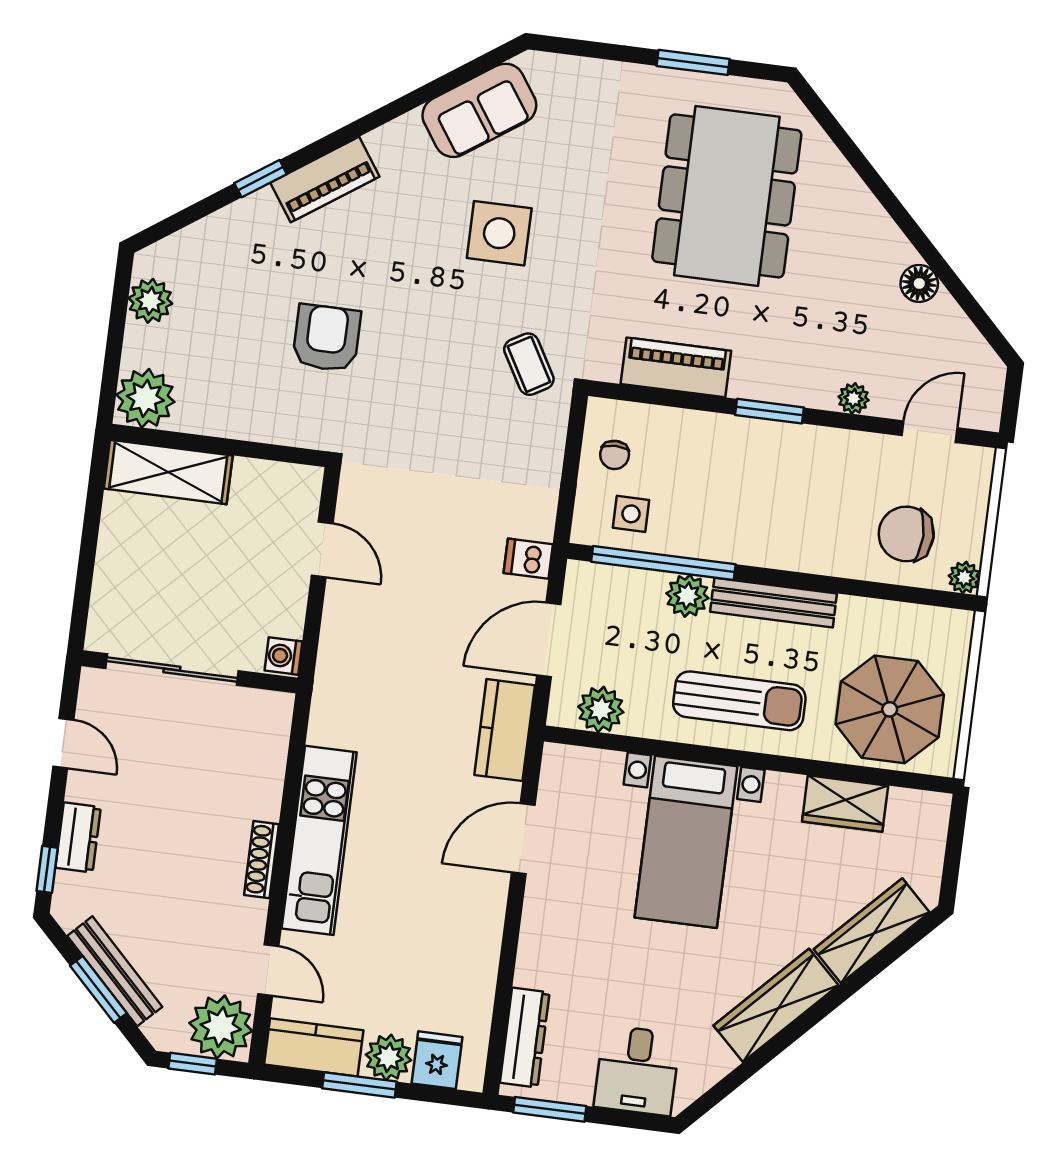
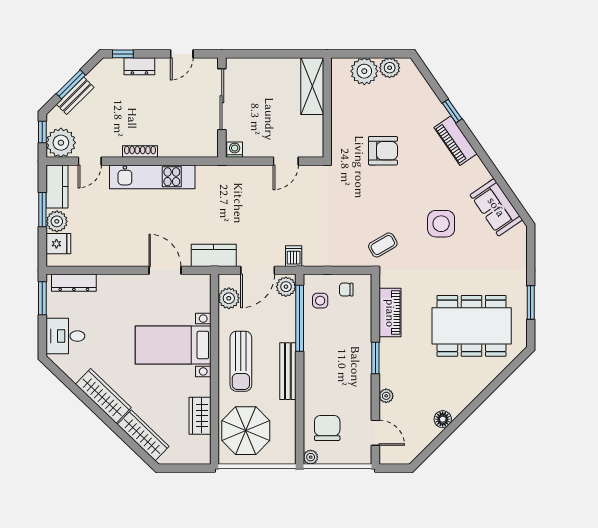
plant: (145, 398) -> (364, 71), moved
plant: (687, 596) -> (286, 287), moved
door: (549, 640) -> (258, 270), swing flipped
bench: (115, 971) -> (75, 96), width x0.73

